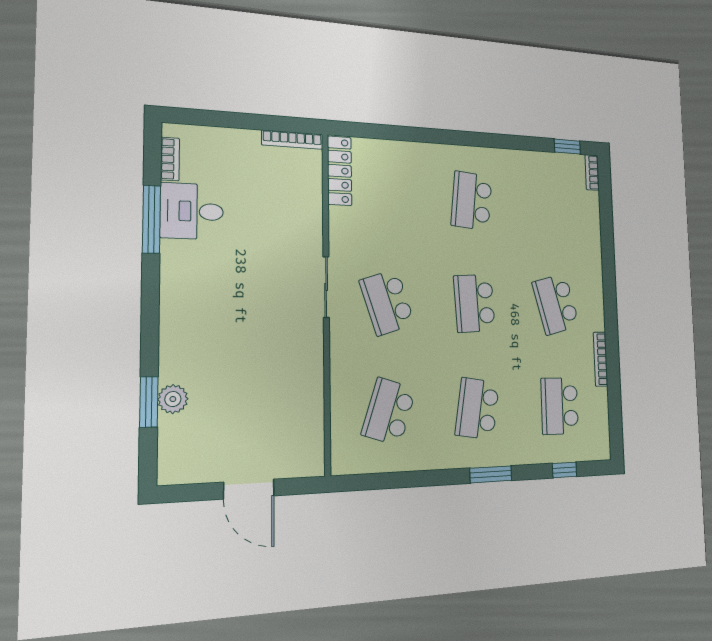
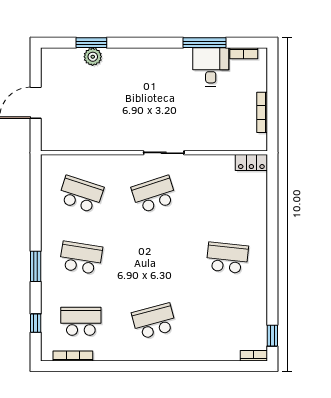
bookcase: (292, 140) -> (262, 112), moved
locker: (340, 171) -> (251, 163), width x0.66
school desk: (474, 303) -> (154, 258), removed
bookcase: (601, 359) -> (73, 356), moved

